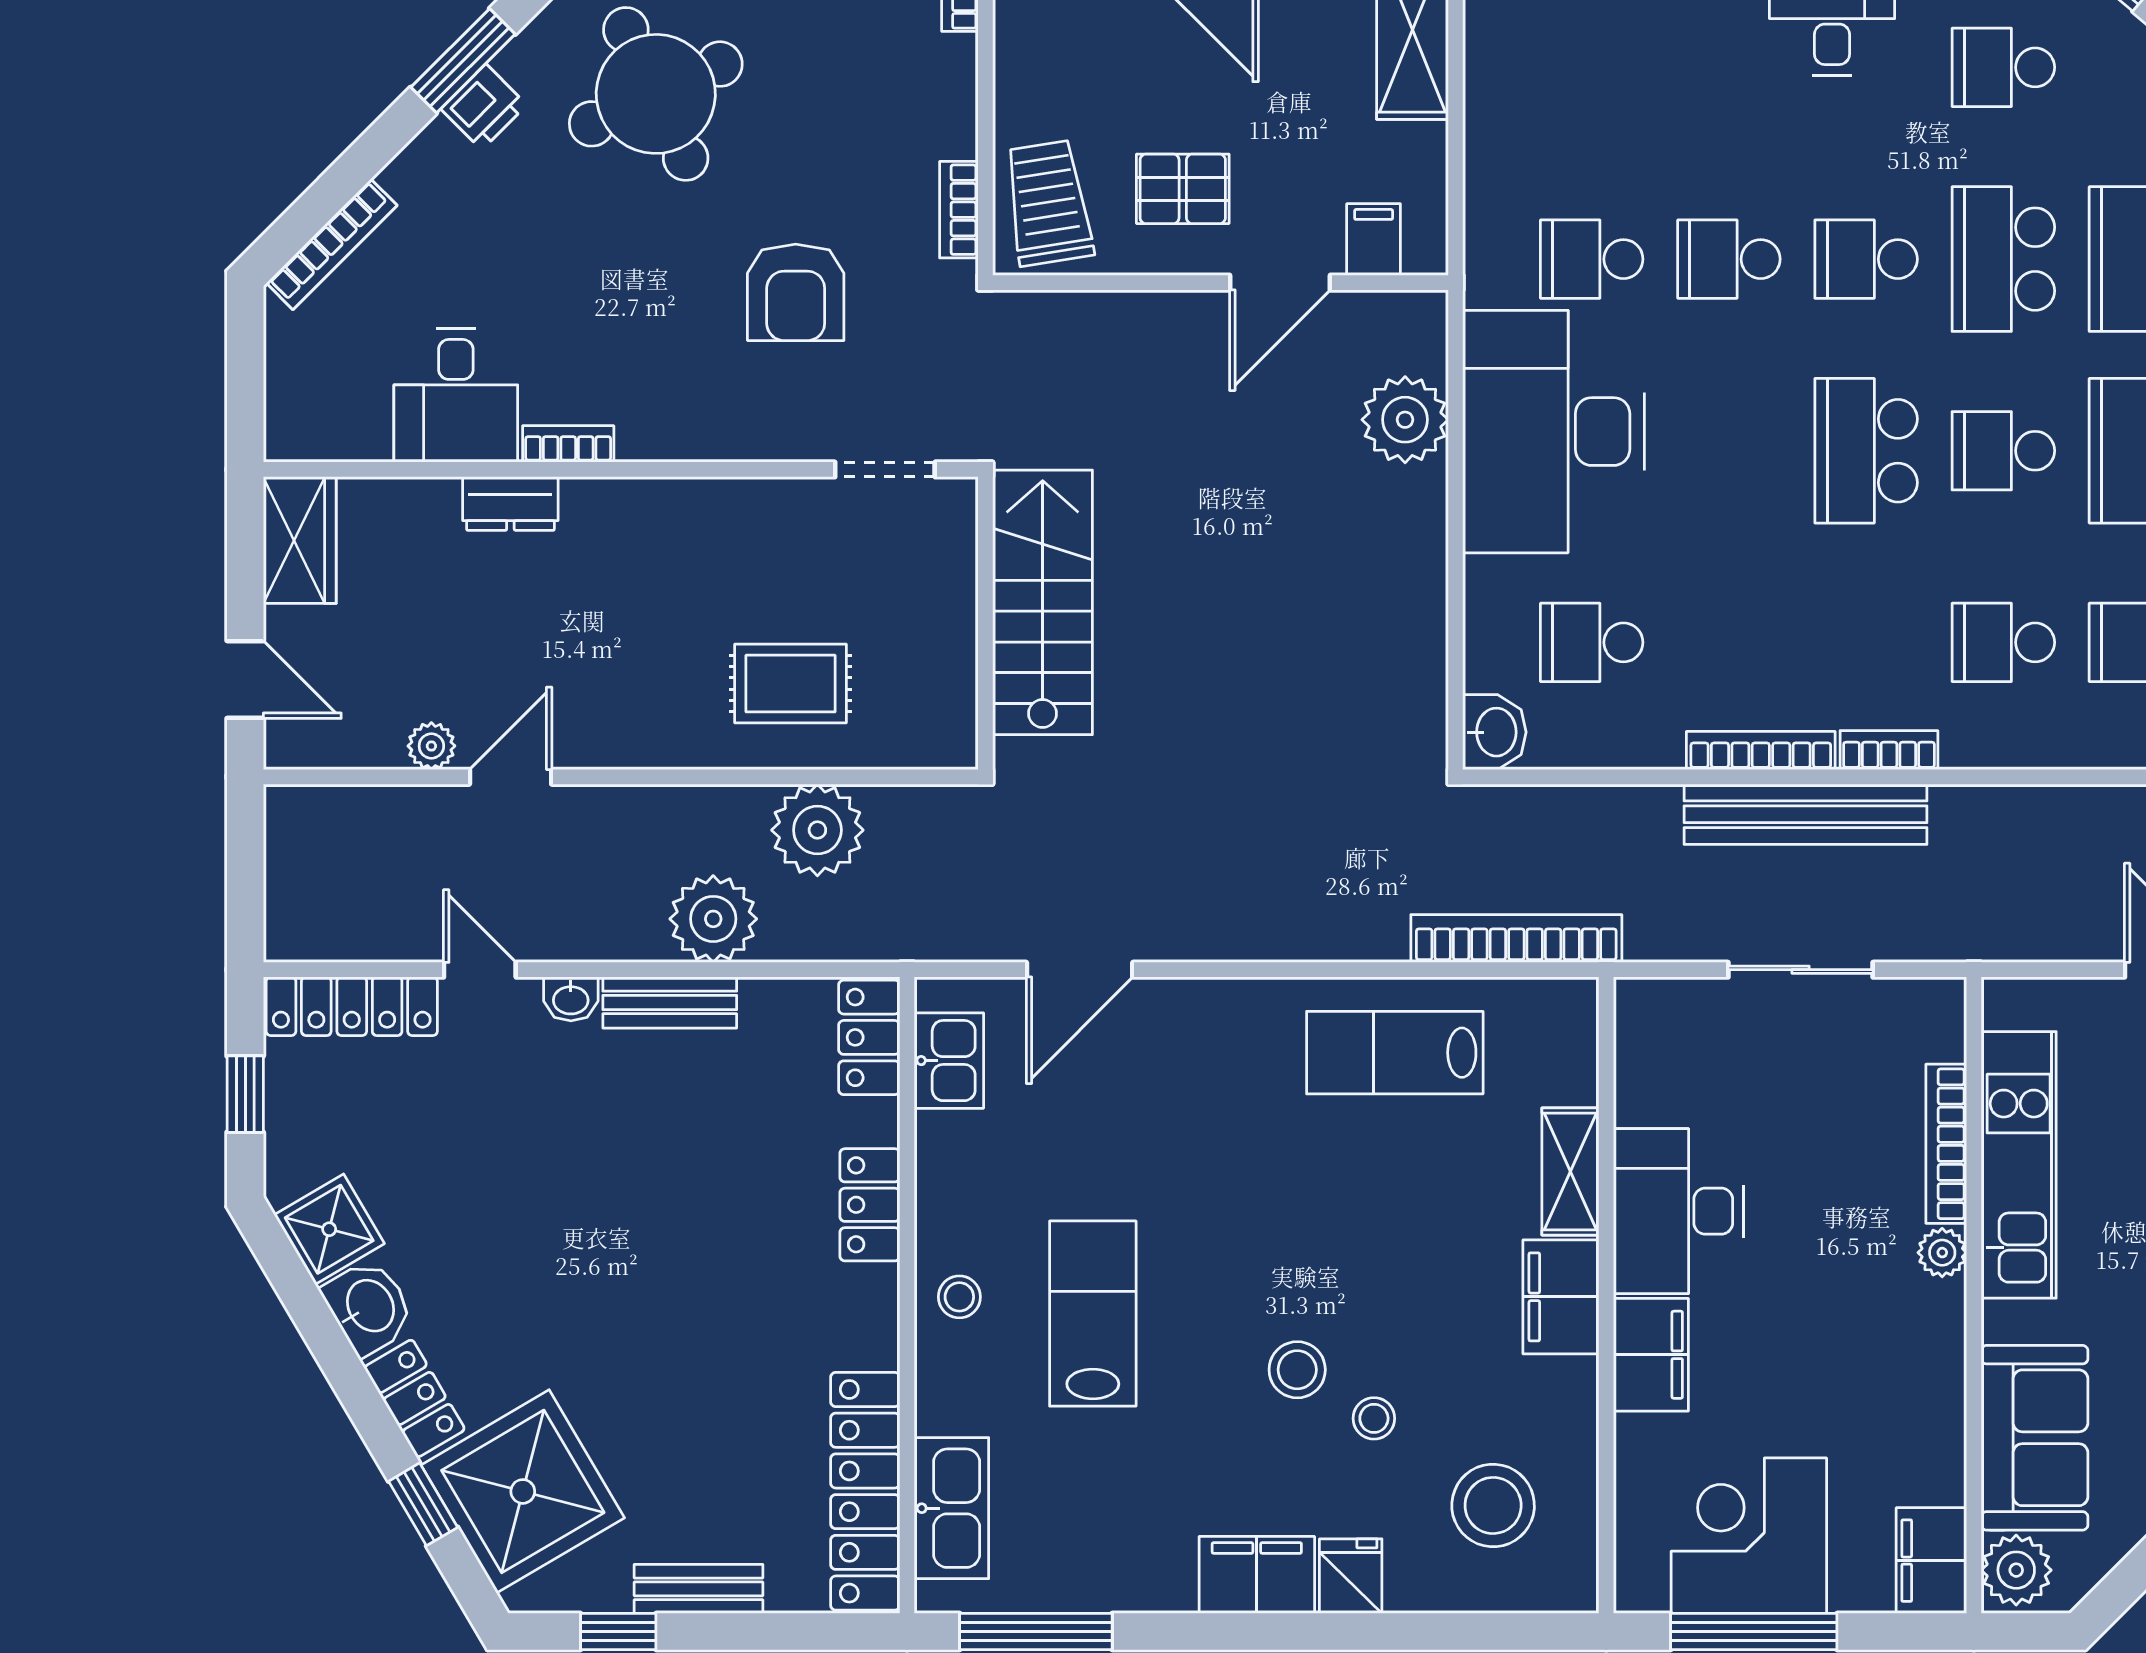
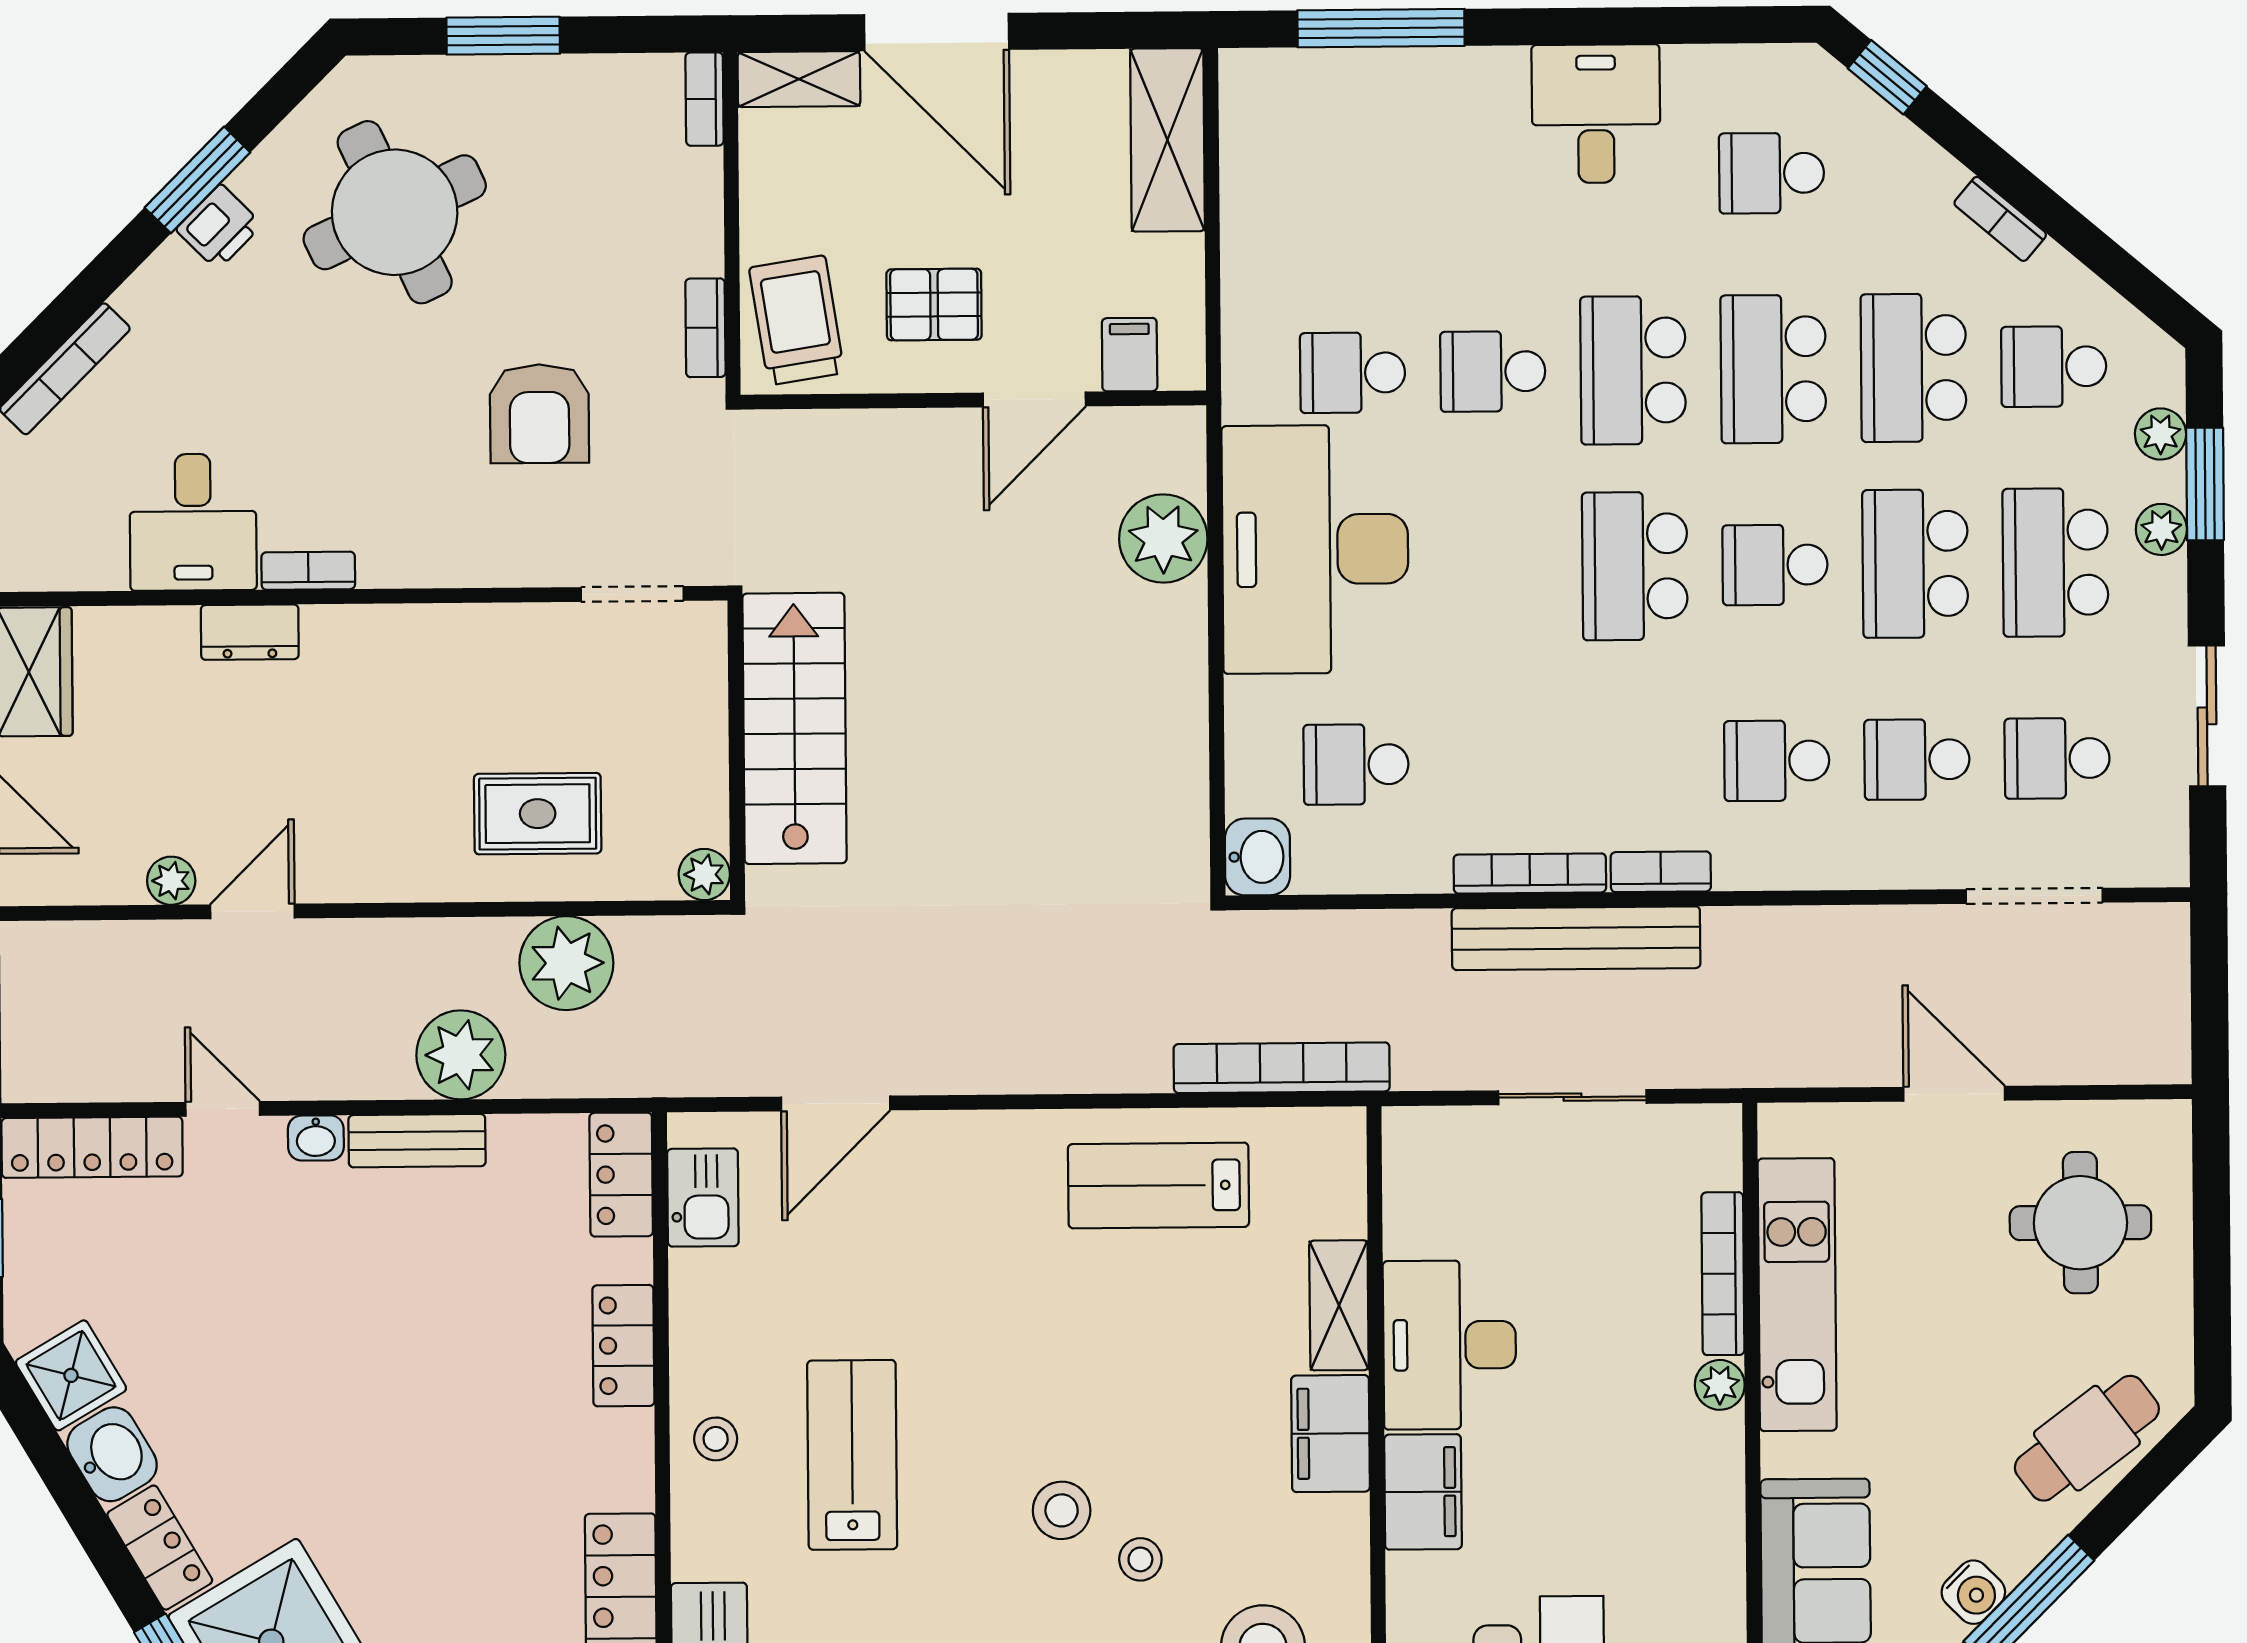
school desk: (1866, 259) -> (1633, 370), width x1.85
plant: (953, 745) -> (704, 874), added

